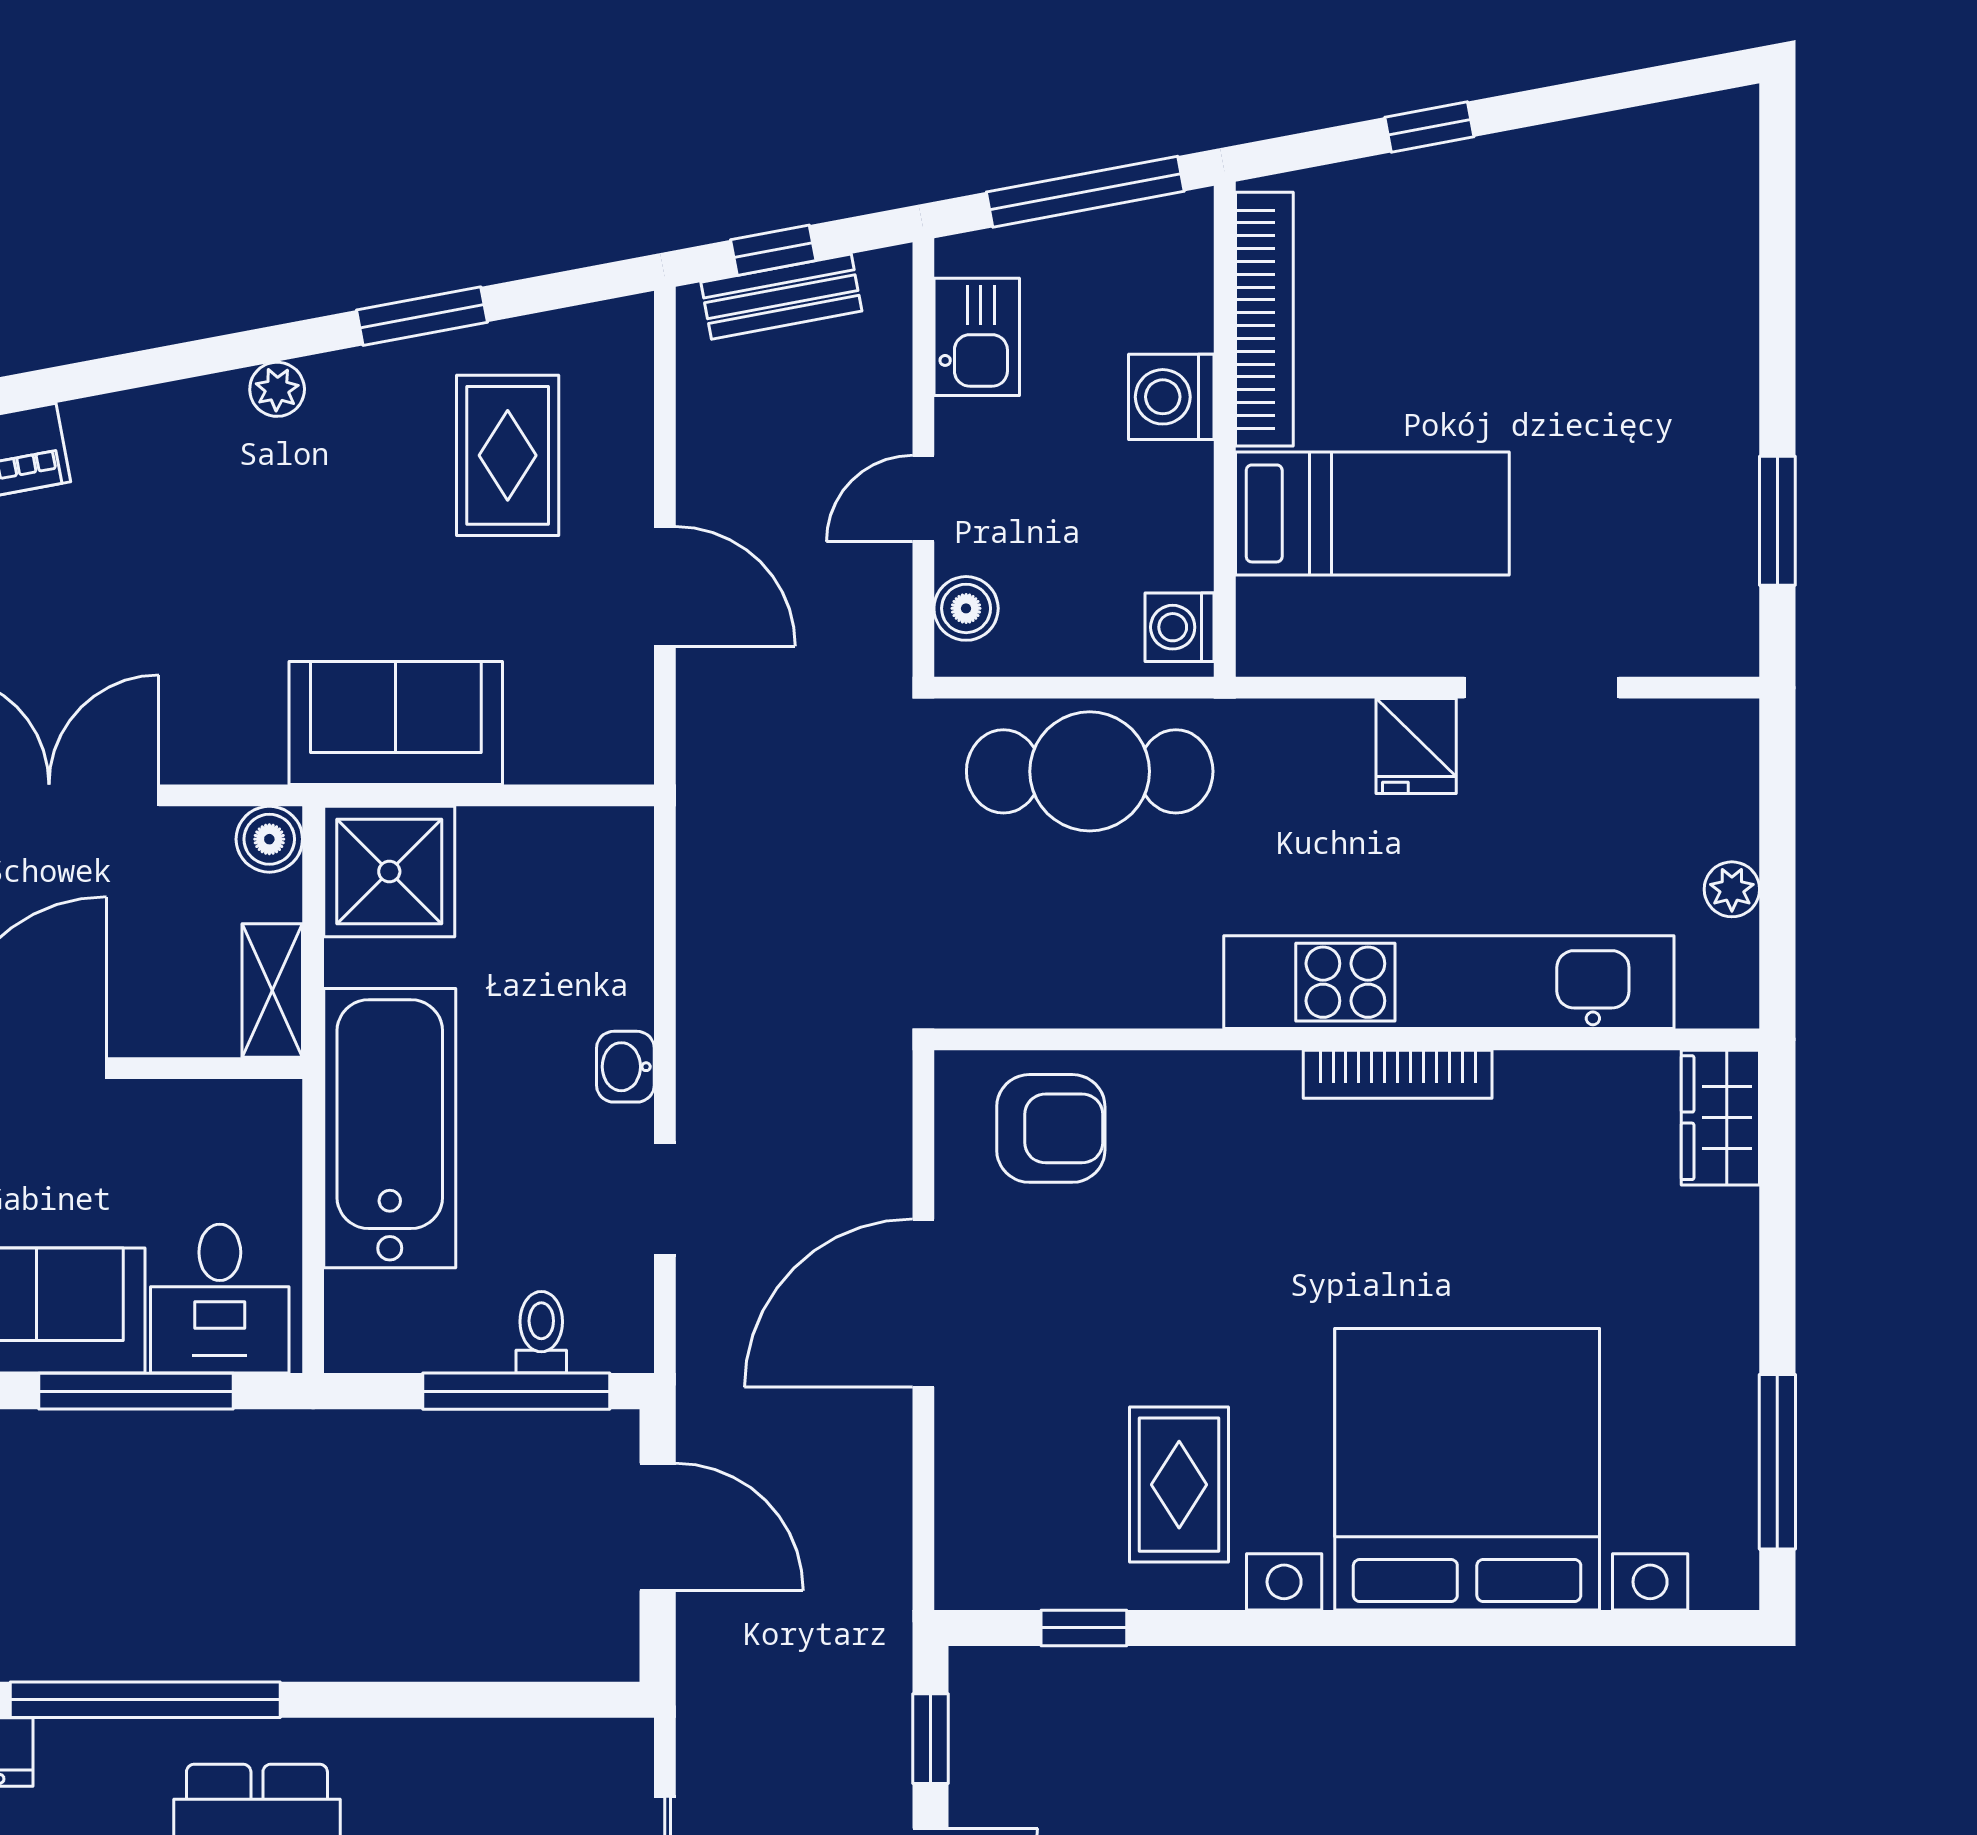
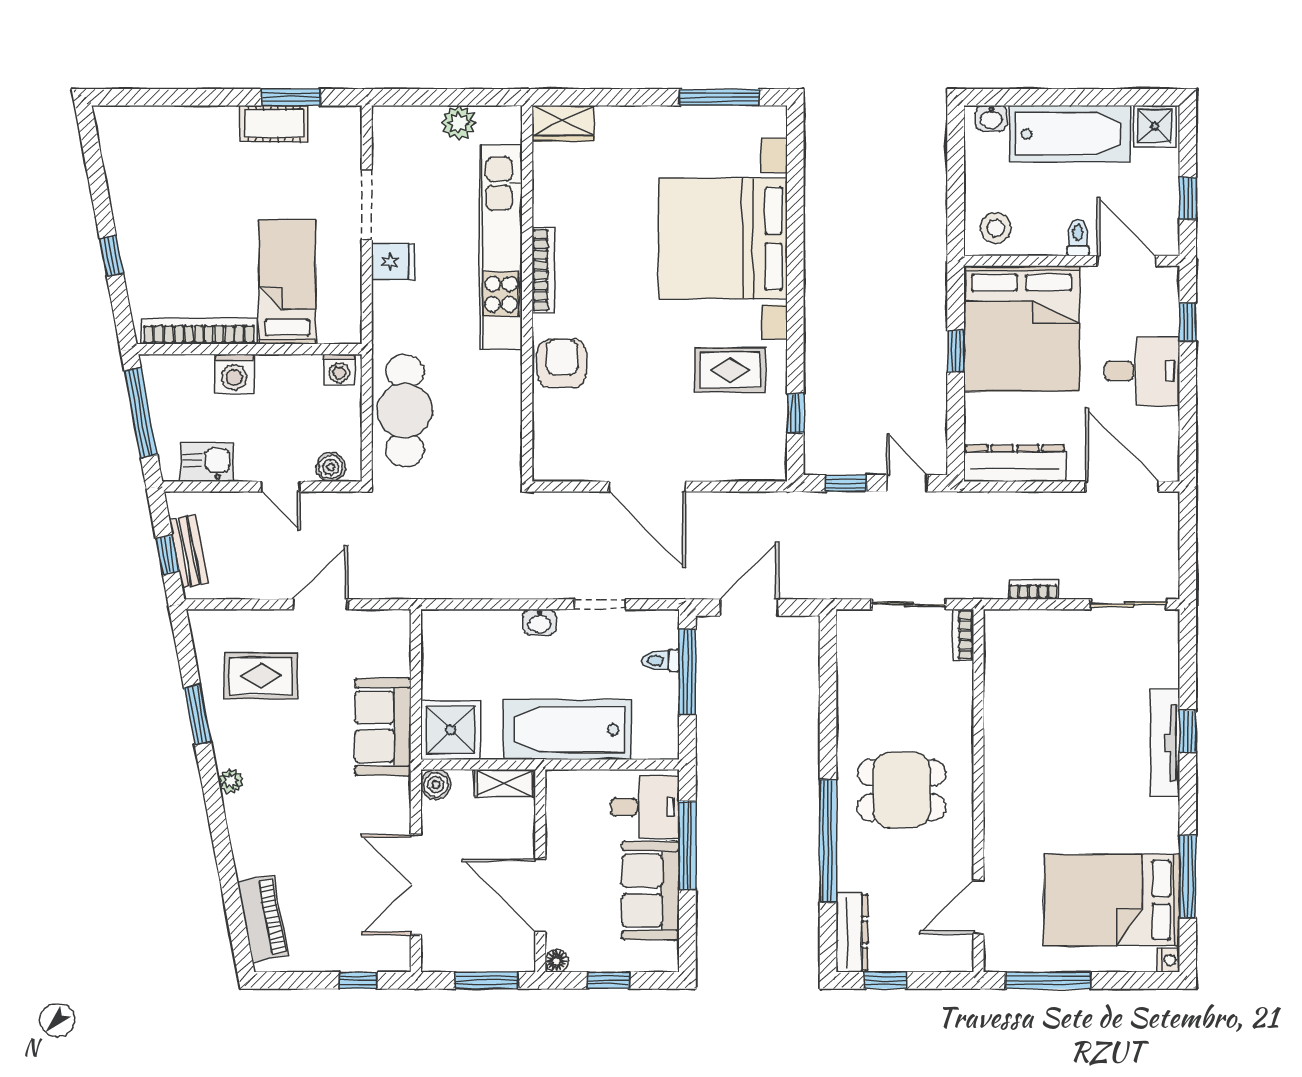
cot: (1720, 484) -> (274, 124), added
plant: (1732, 889) -> (459, 123), width x1.38, depth x1.38
armchair: (1051, 1128) -> (562, 363), moved

